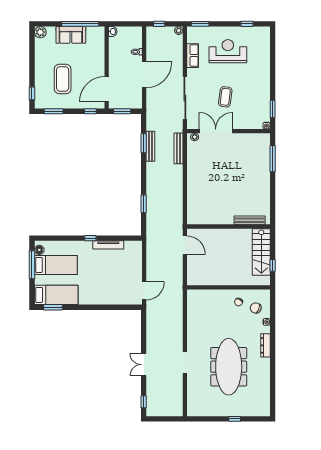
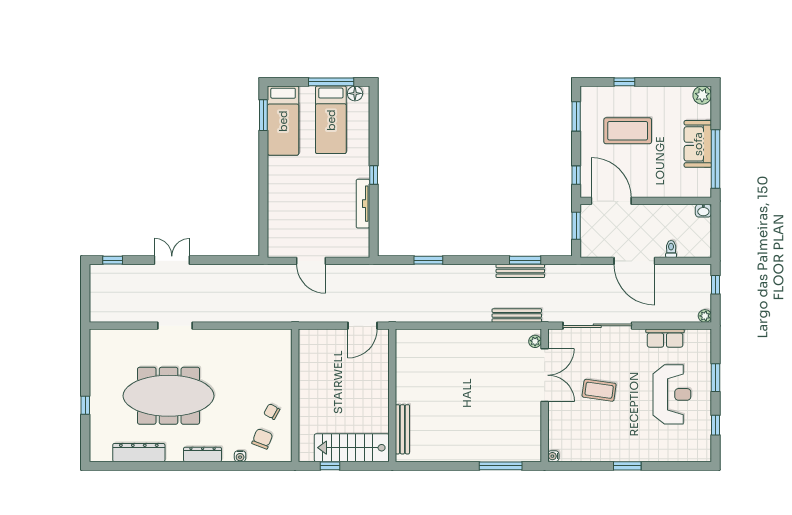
window: (200, 24) -> (715, 378), moved
window: (32, 93) -> (624, 82), moved
window: (273, 109) -> (627, 466), moved
door: (144, 291) -> (311, 261), moved
dresser: (264, 385) -> (139, 453), added

